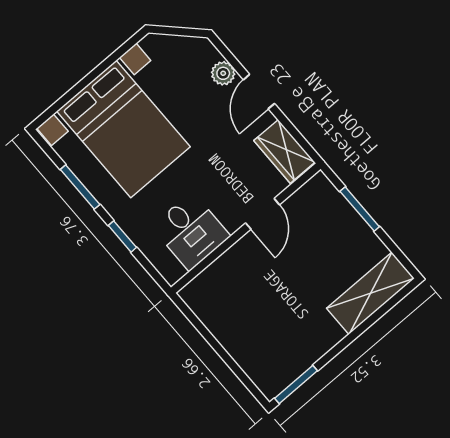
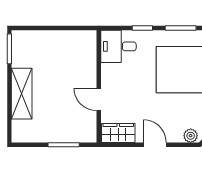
plant: (223, 73) -> (191, 136), moved
desk: (191, 231) -> (118, 46), moved
shelving: (370, 293) -> (22, 94), moved

